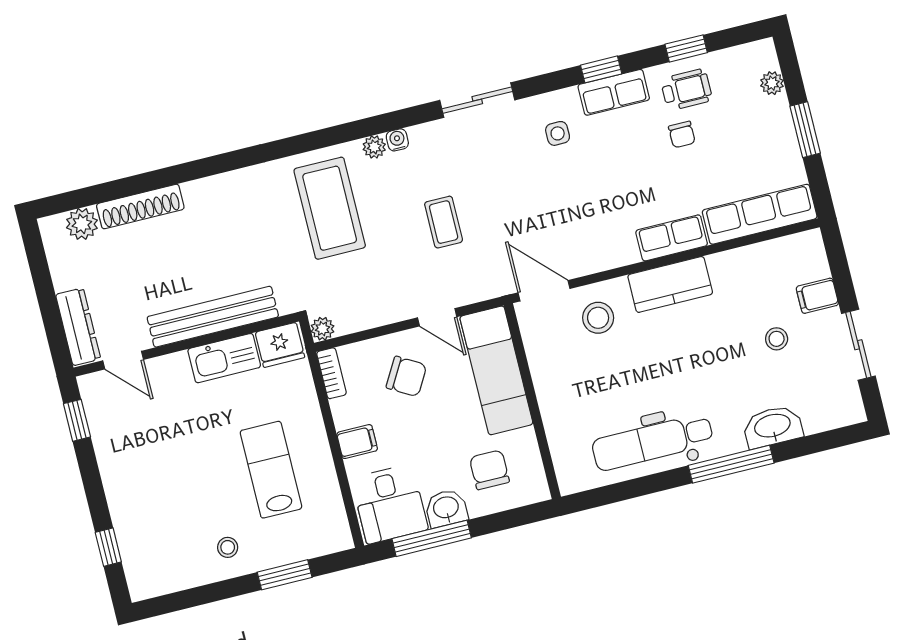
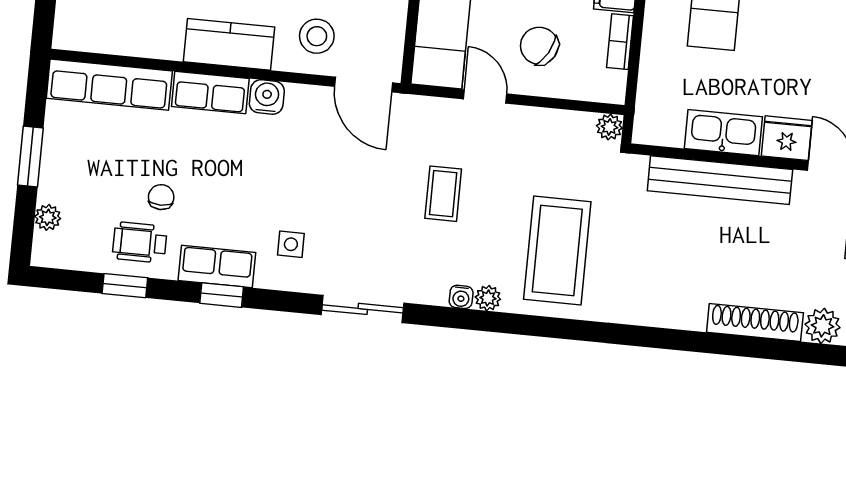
water cooler: (622, 251) -> (267, 97), added
fridge: (280, 345) -> (787, 138), moved
bookcase: (331, 373) -> (620, 42), moved

